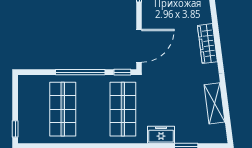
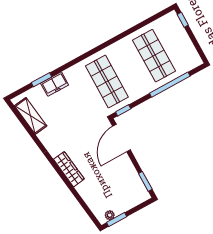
window: (80, 72) -> (170, 85), moved
shelving: (215, 103) -> (31, 116), moved
freezer: (161, 135) -> (55, 84), moved

